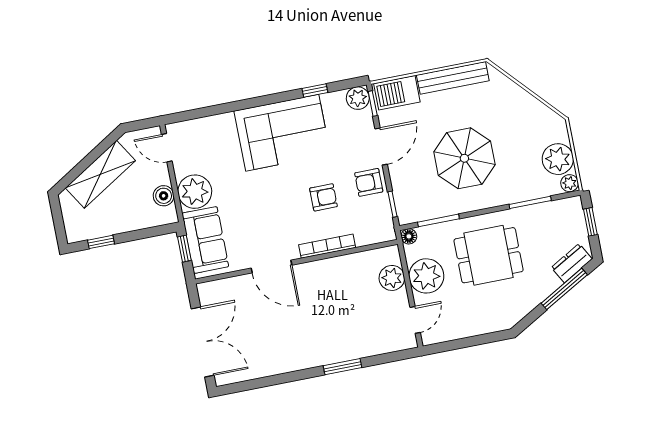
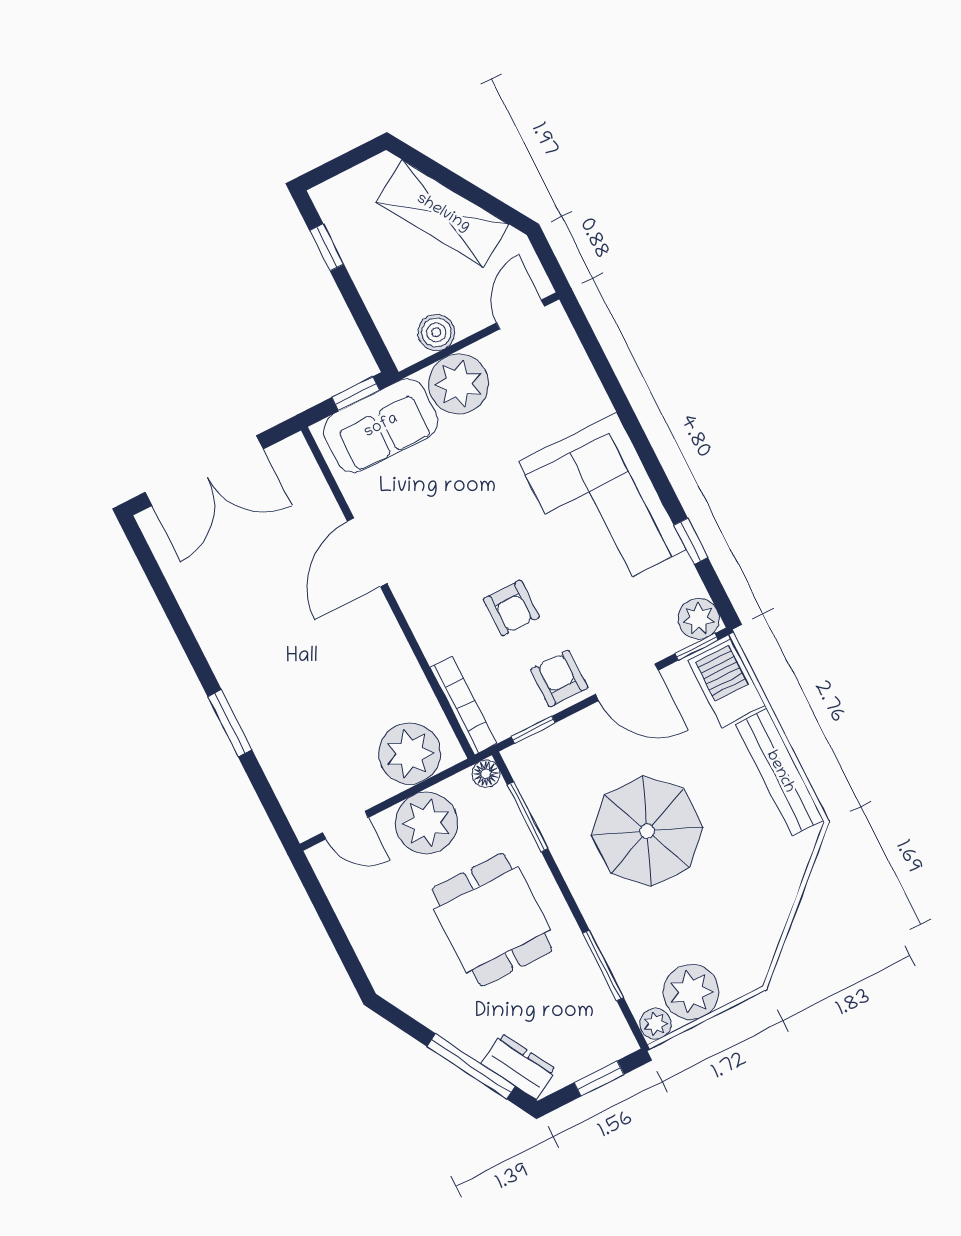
bookcase: (327, 246) -> (463, 705), moved
plant: (392, 278) -> (410, 754), width x1.36, depth x1.36

